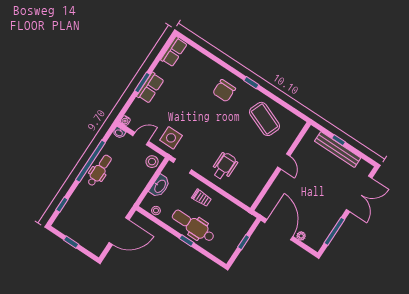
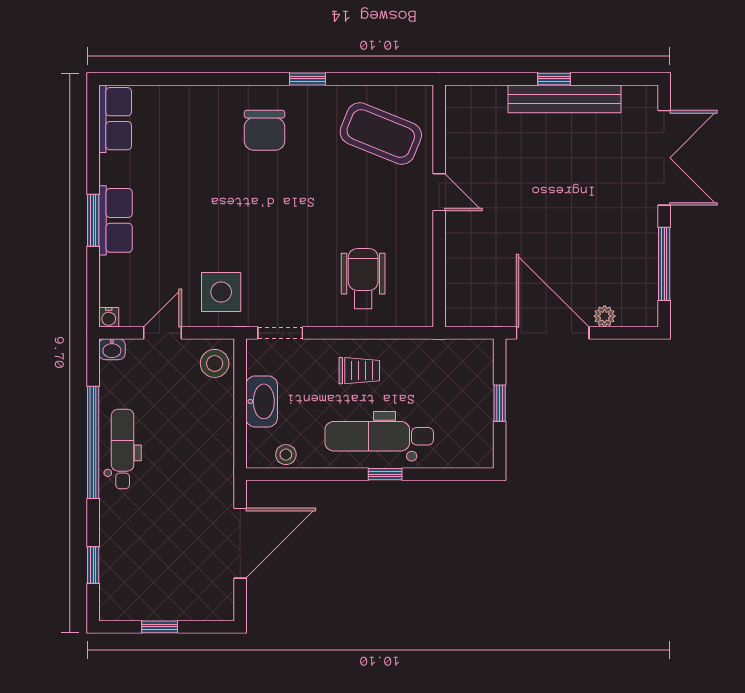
door: (284, 161) -> (439, 192), moved
wall: (281, 166) -> (439, 206), moved

